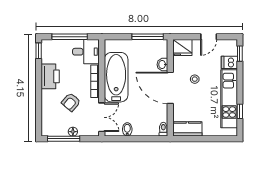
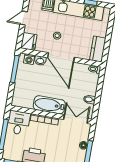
door: (209, 37) -> (24, 18), swing flipped
washing machine: (162, 51) -> (29, 59), added
bathtub: (116, 77) -> (49, 105), width x0.73, depth x0.73
door: (170, 88) -> (61, 57), hinge flipped
armchair: (71, 102) -> (59, 143), removed

